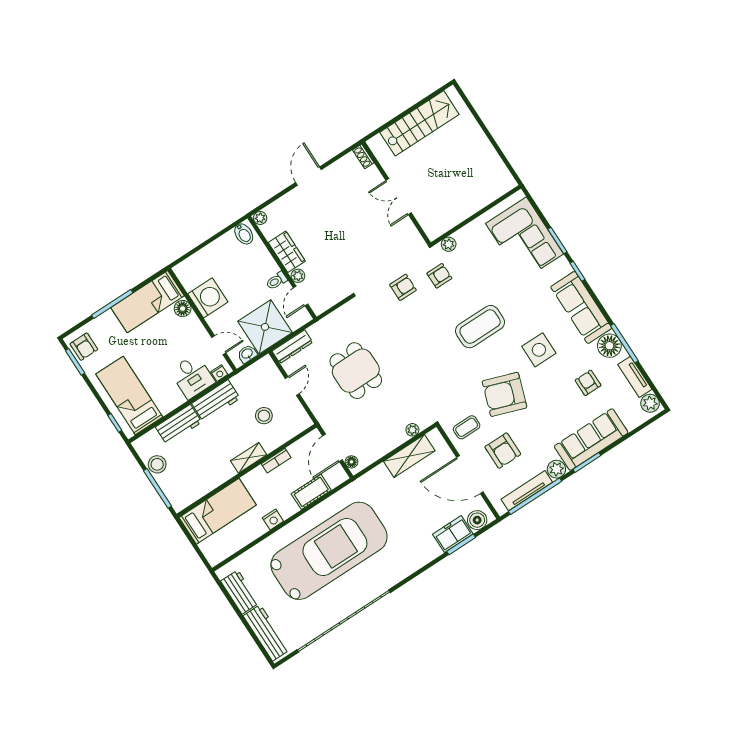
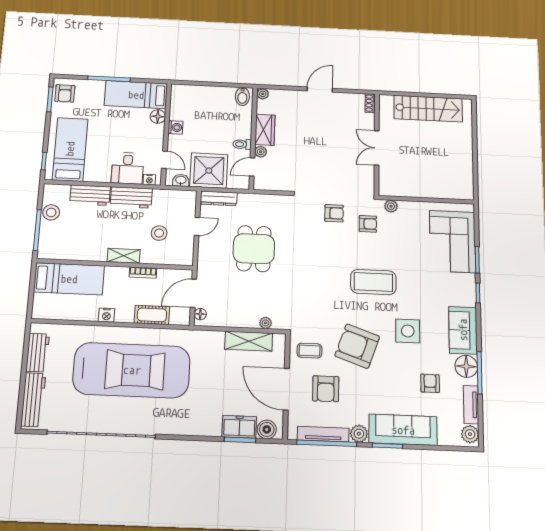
washing machine: (208, 298) -> (175, 127), width x0.53, depth x0.53
sofa: (581, 307) -> (463, 330), width x0.73

